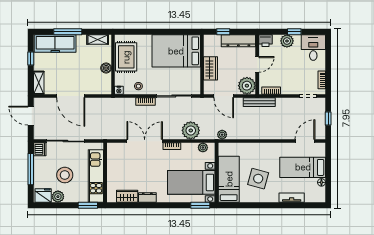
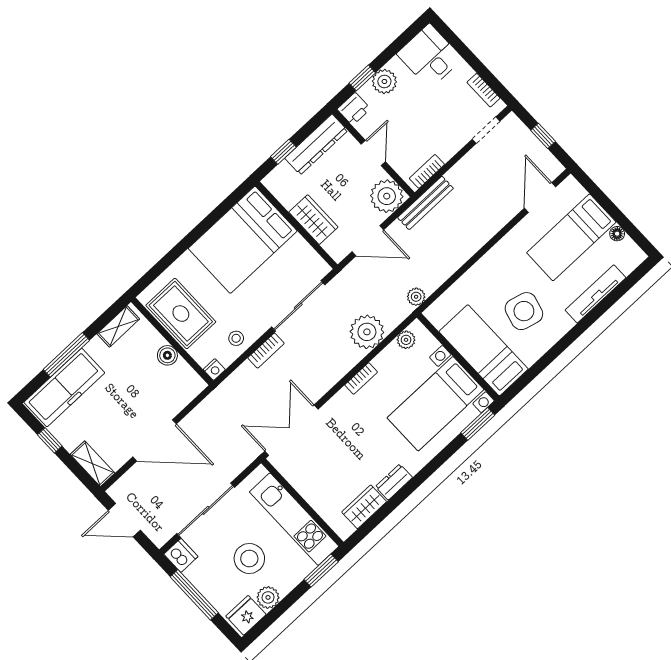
window: (294, 32) -> (362, 78), moved
double door: (145, 141) -> (291, 430), moved
tv unit: (292, 198) -> (595, 294), width x1.41

